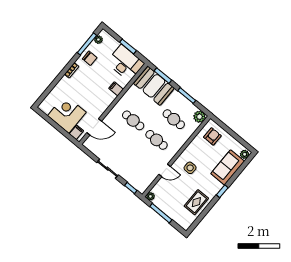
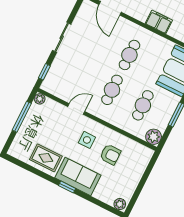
filing cabinet: (116, 89) -> (159, 22), width x2.00
armchair: (212, 136) -> (110, 155), moved
sofa: (228, 167) -> (78, 176), moved
door: (165, 170) -> (76, 109), swing flipped

